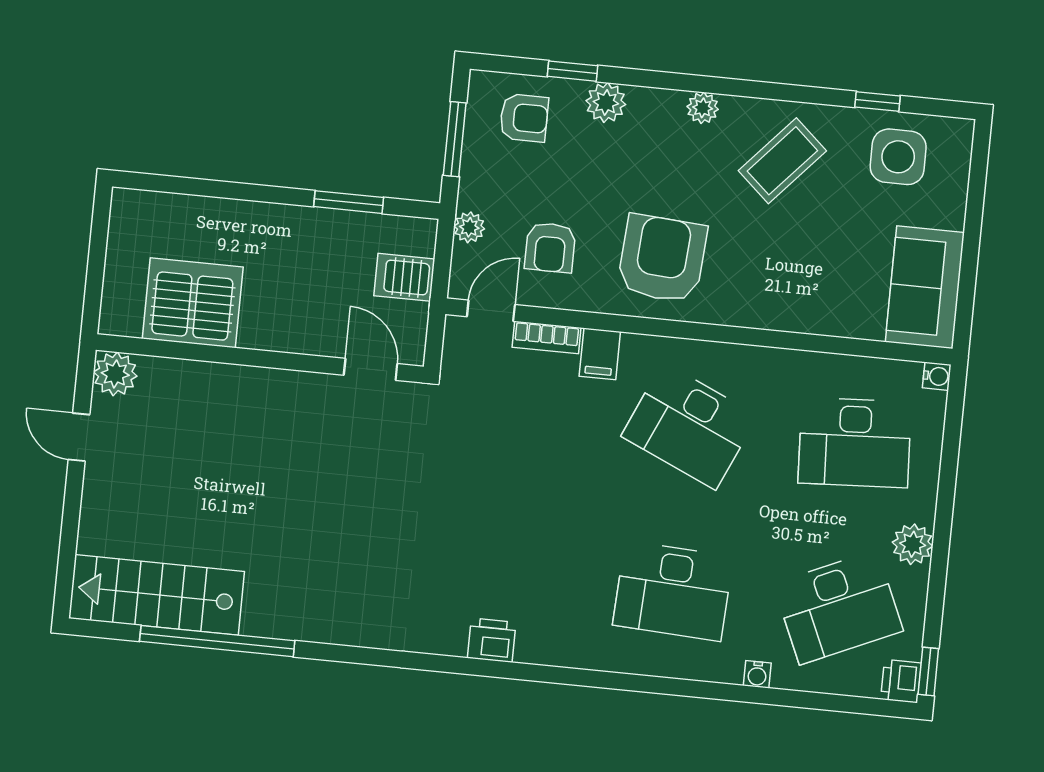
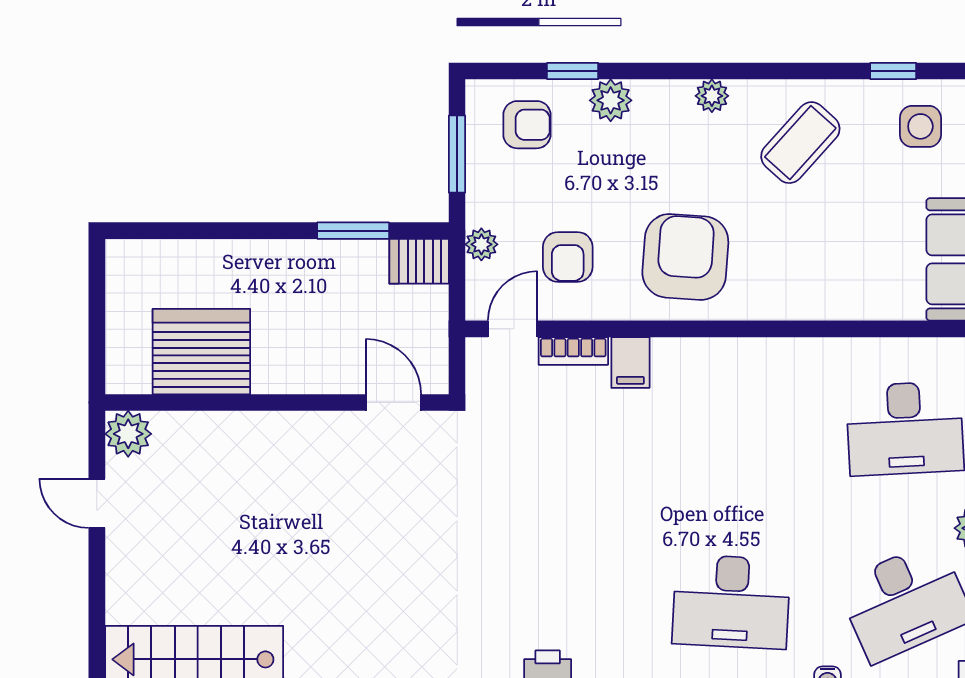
side table: (898, 157) -> (920, 126), width x0.73, depth x0.73
server rack: (404, 277) -> (419, 261), moved
desk: (689, 426) -> (731, 428), removed

